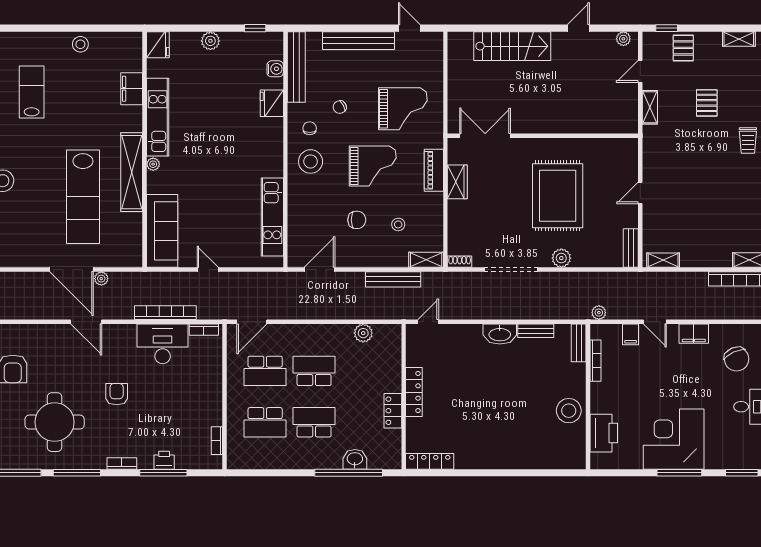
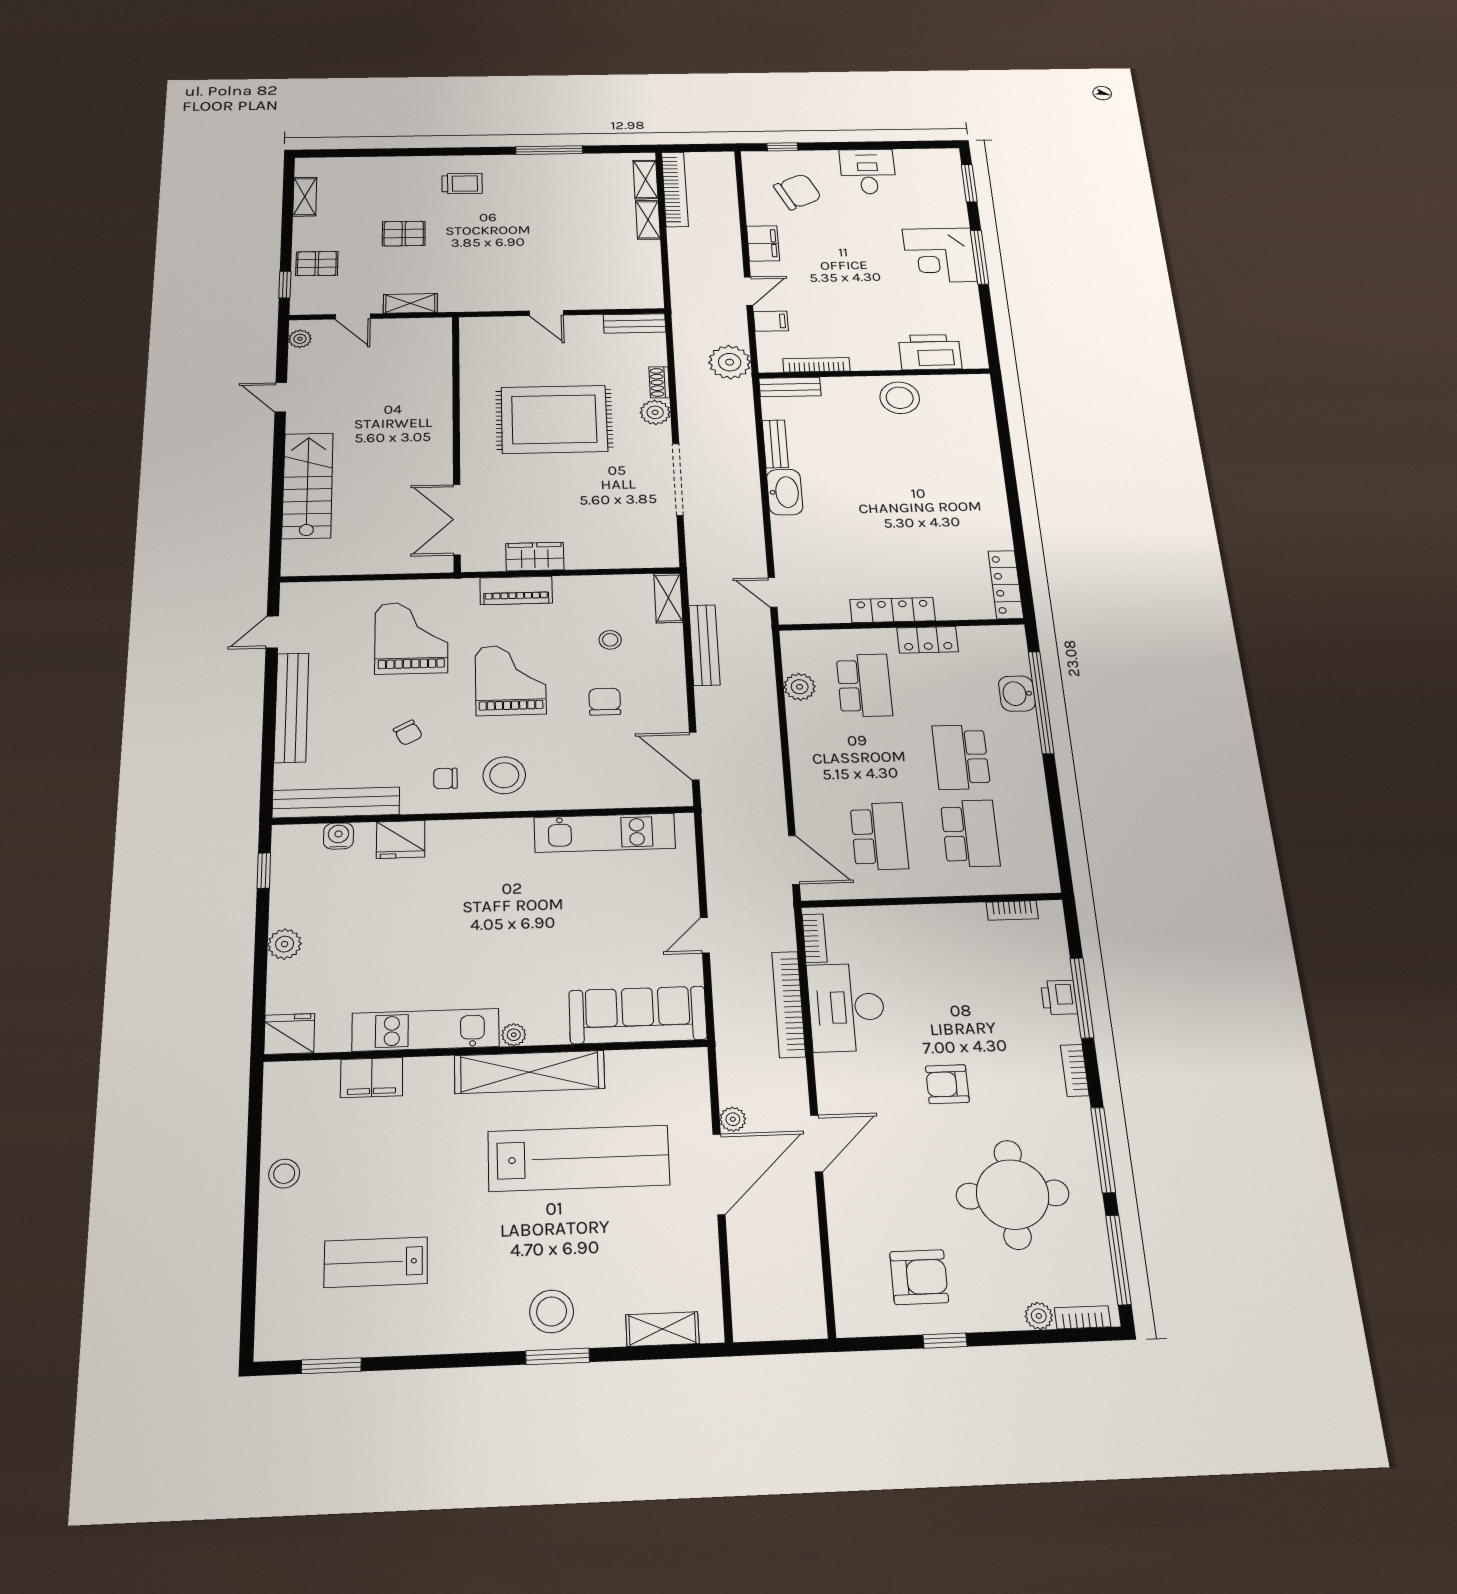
shelving: (663, 260) -> (648, 220), moved
shoe rack: (460, 262) -> (659, 382), moved
plant: (599, 313) -> (730, 362), width x1.87, depth x1.87
school desk: (314, 371) -> (864, 685), moved, turned 180
corner desk: (674, 439) -> (940, 255), width x0.74, depth x0.74

